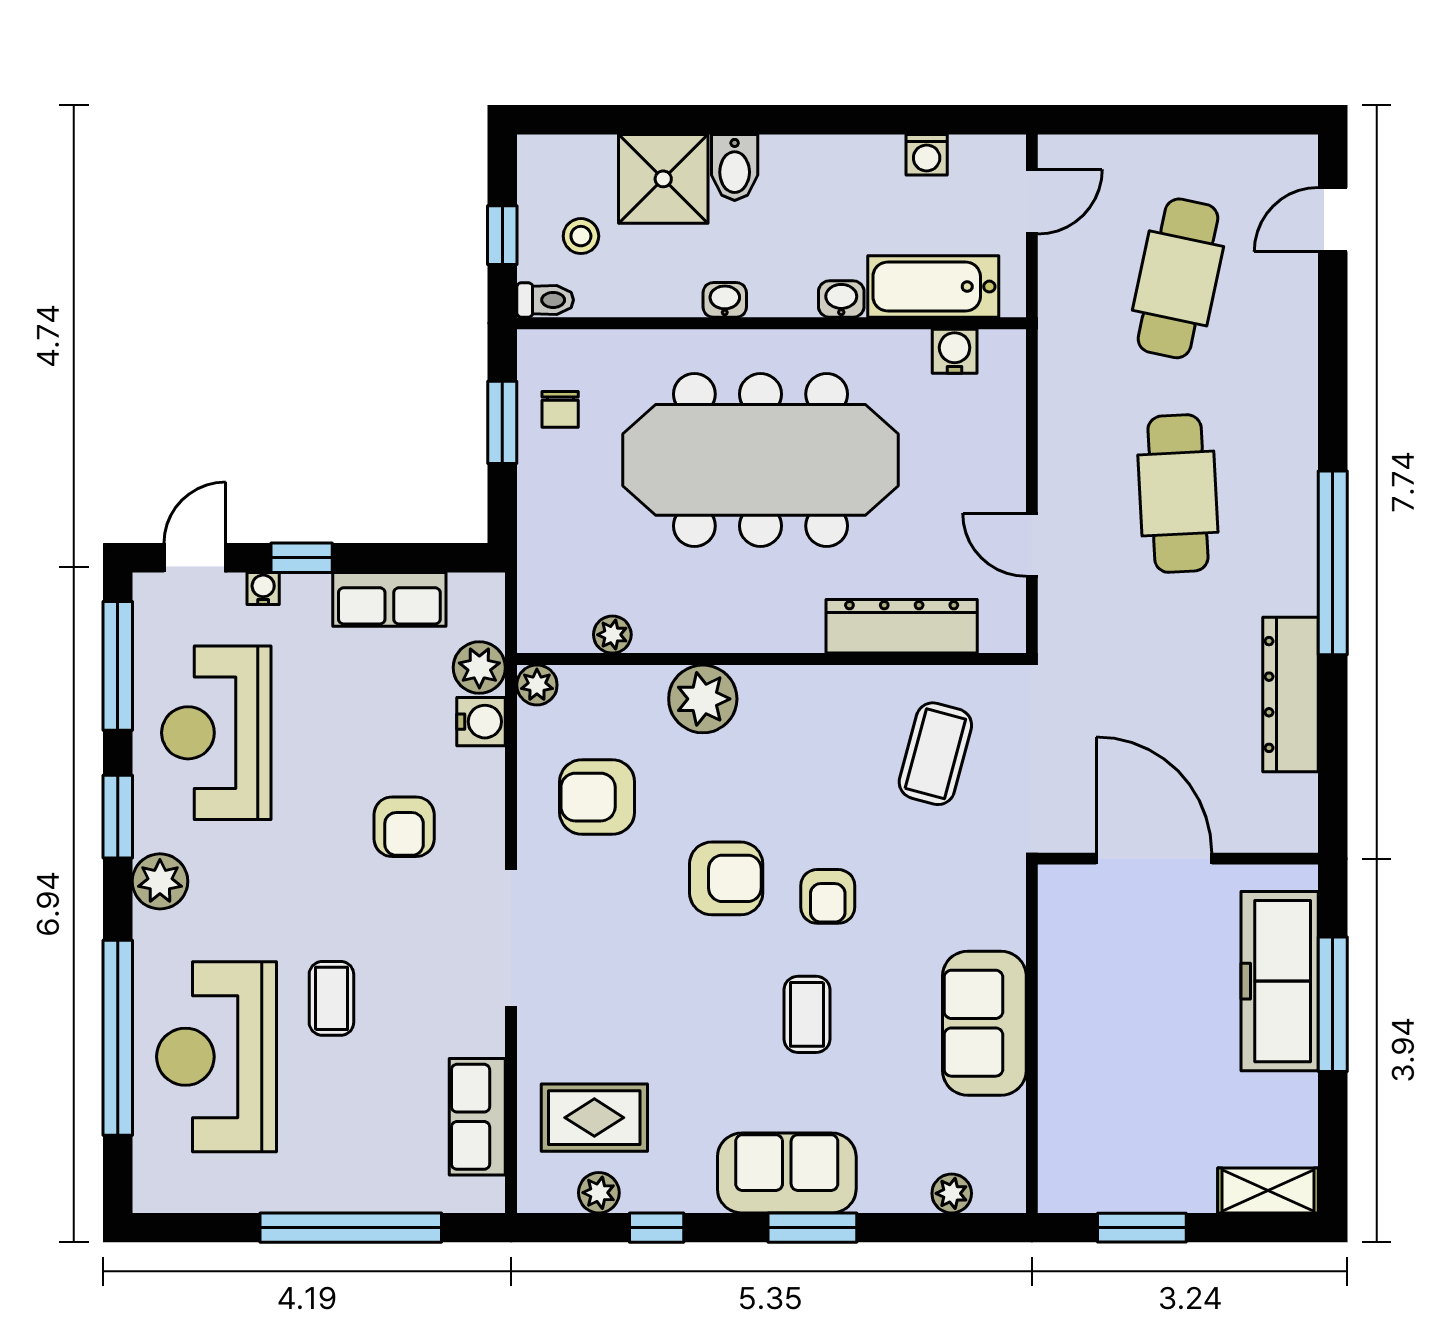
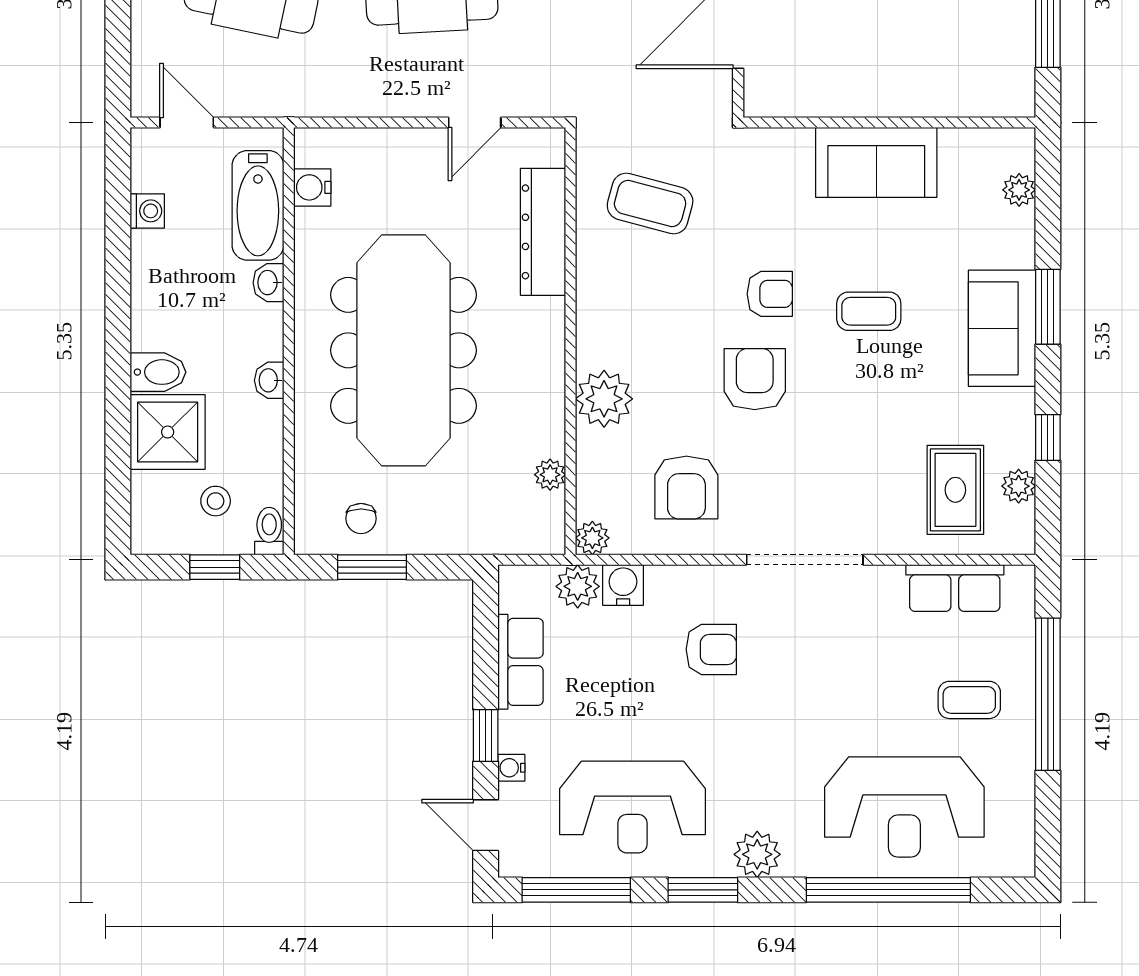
chair: (560, 409) -> (361, 519), turned 90
coffee table: (331, 998) -> (969, 700), moved

